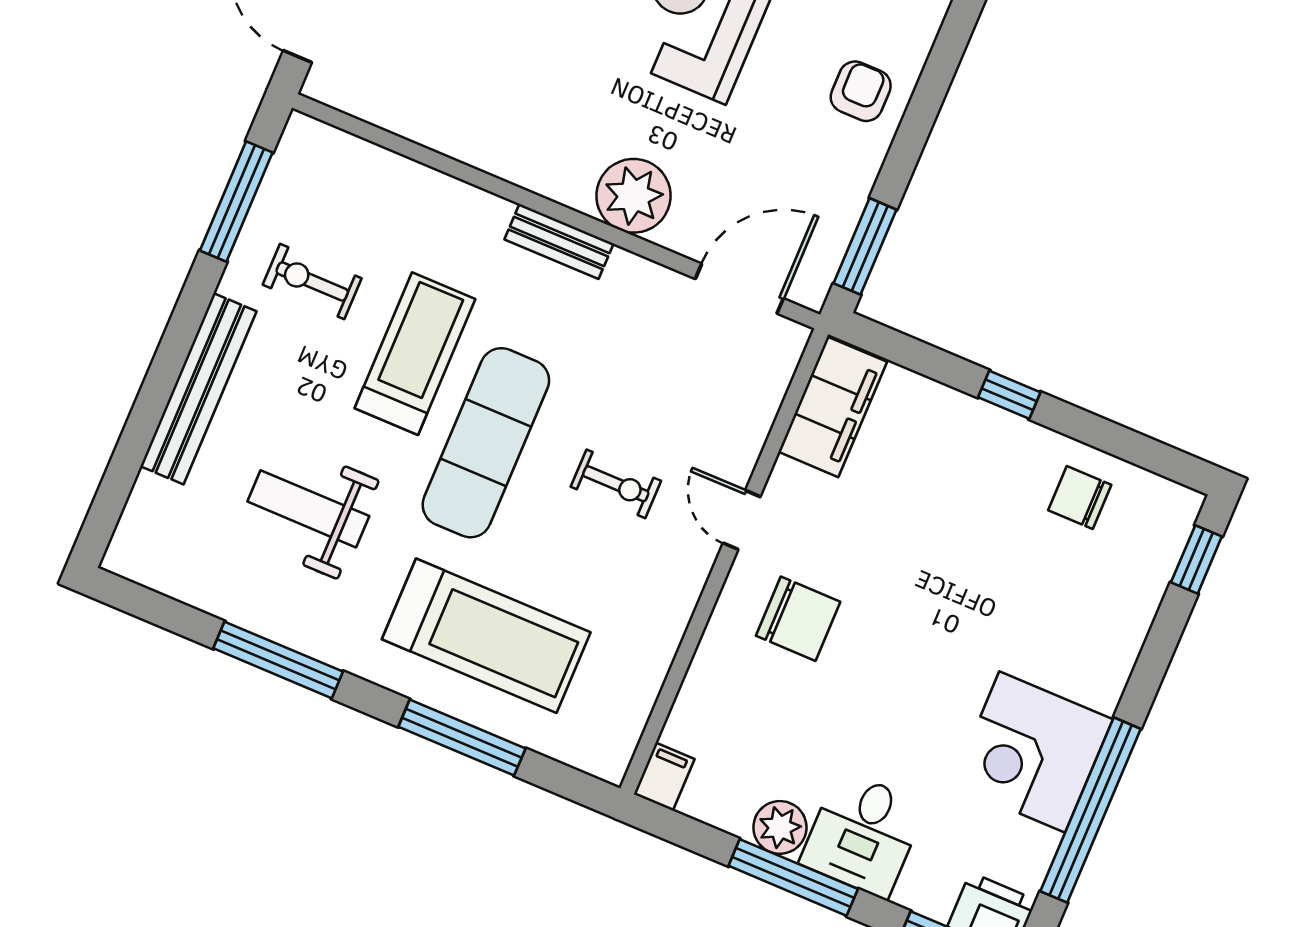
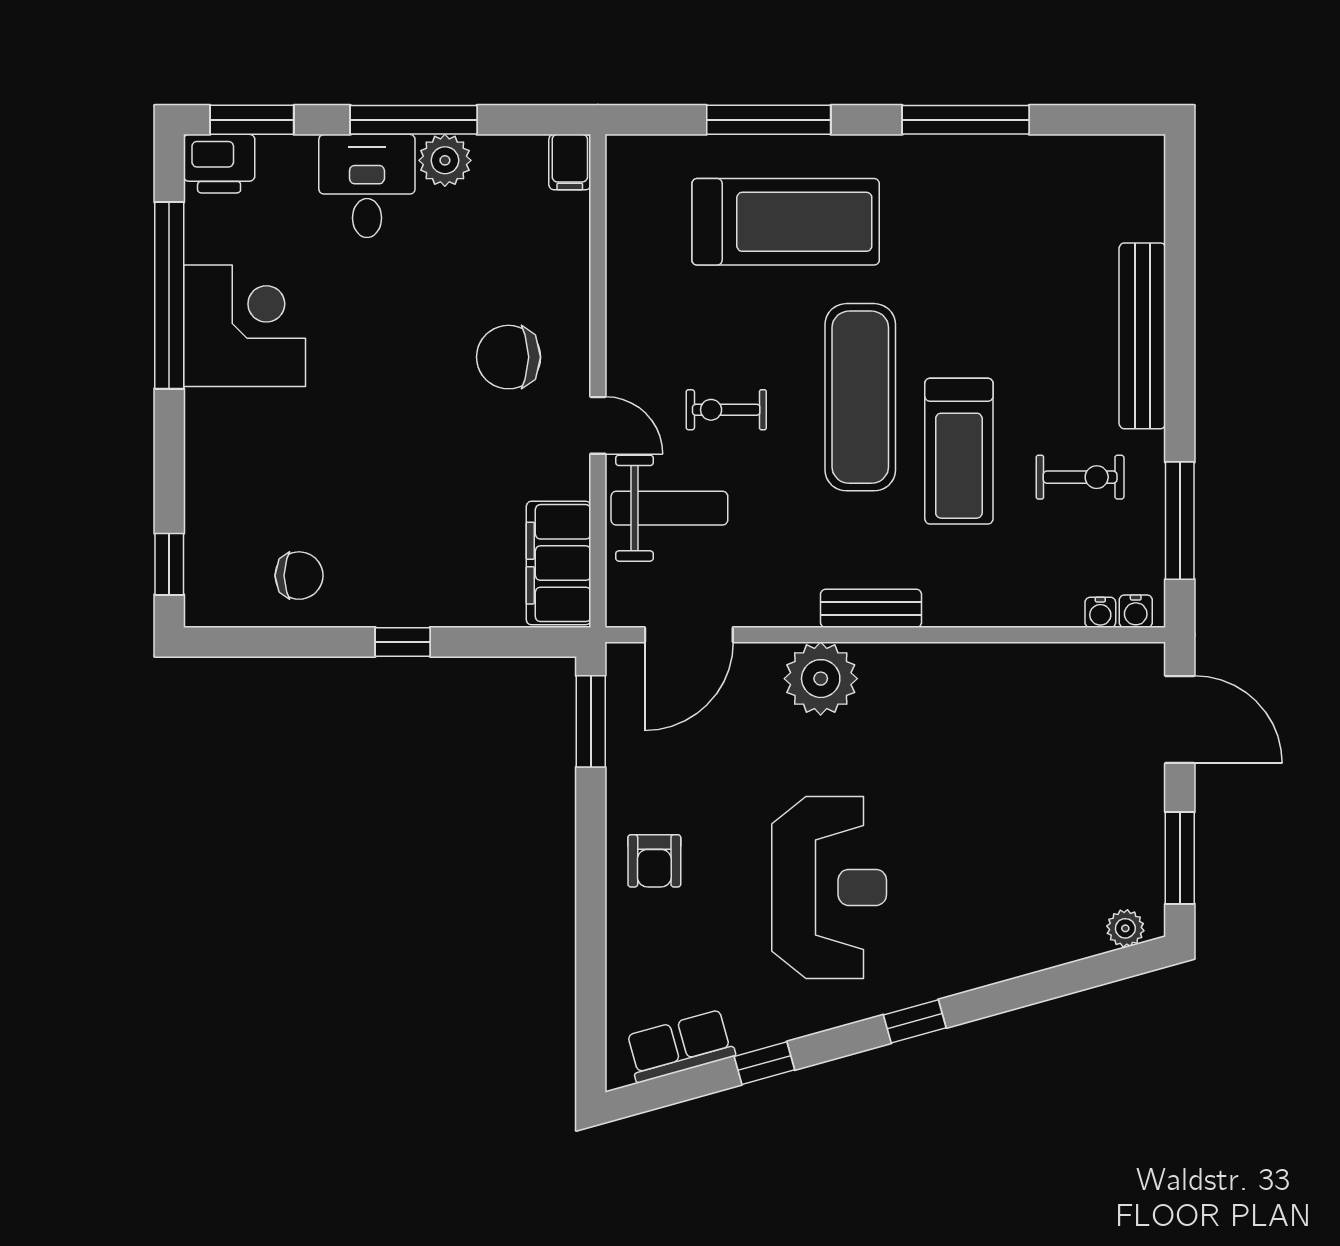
water cooler: (313, 134) -> (1136, 611), added
water cooler: (347, 147) -> (1100, 612), added
weight bench: (308, 509) -> (669, 508), moved
treadmill: (486, 636) -> (786, 222), turned 180

